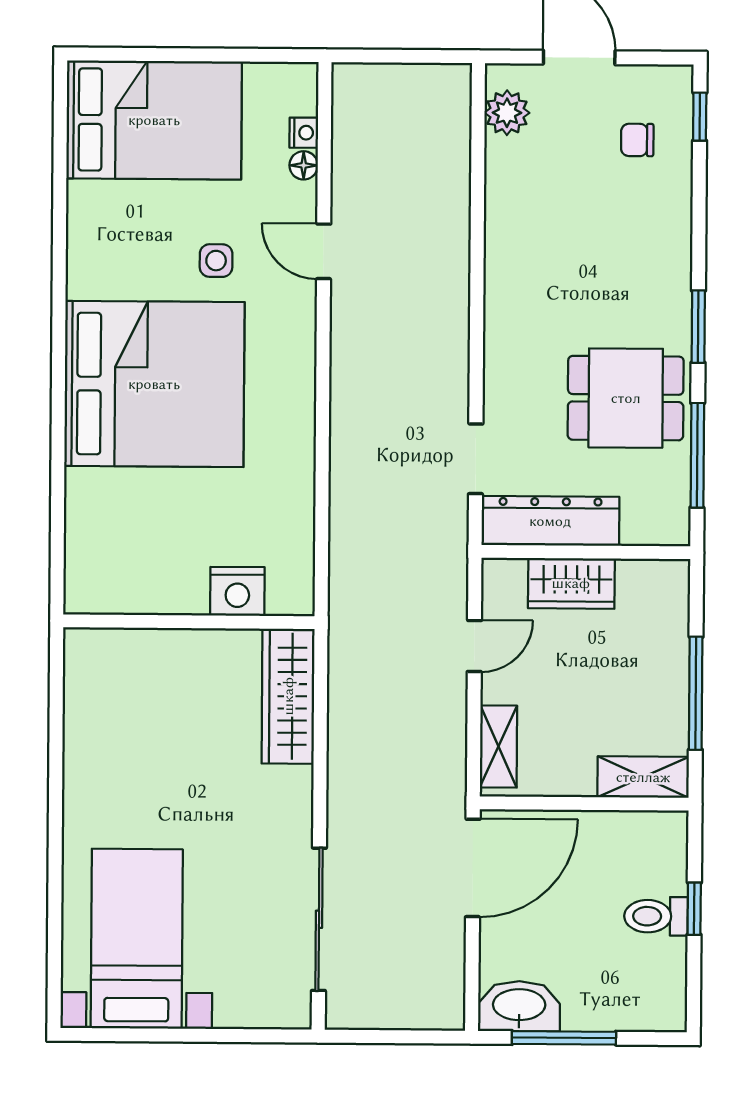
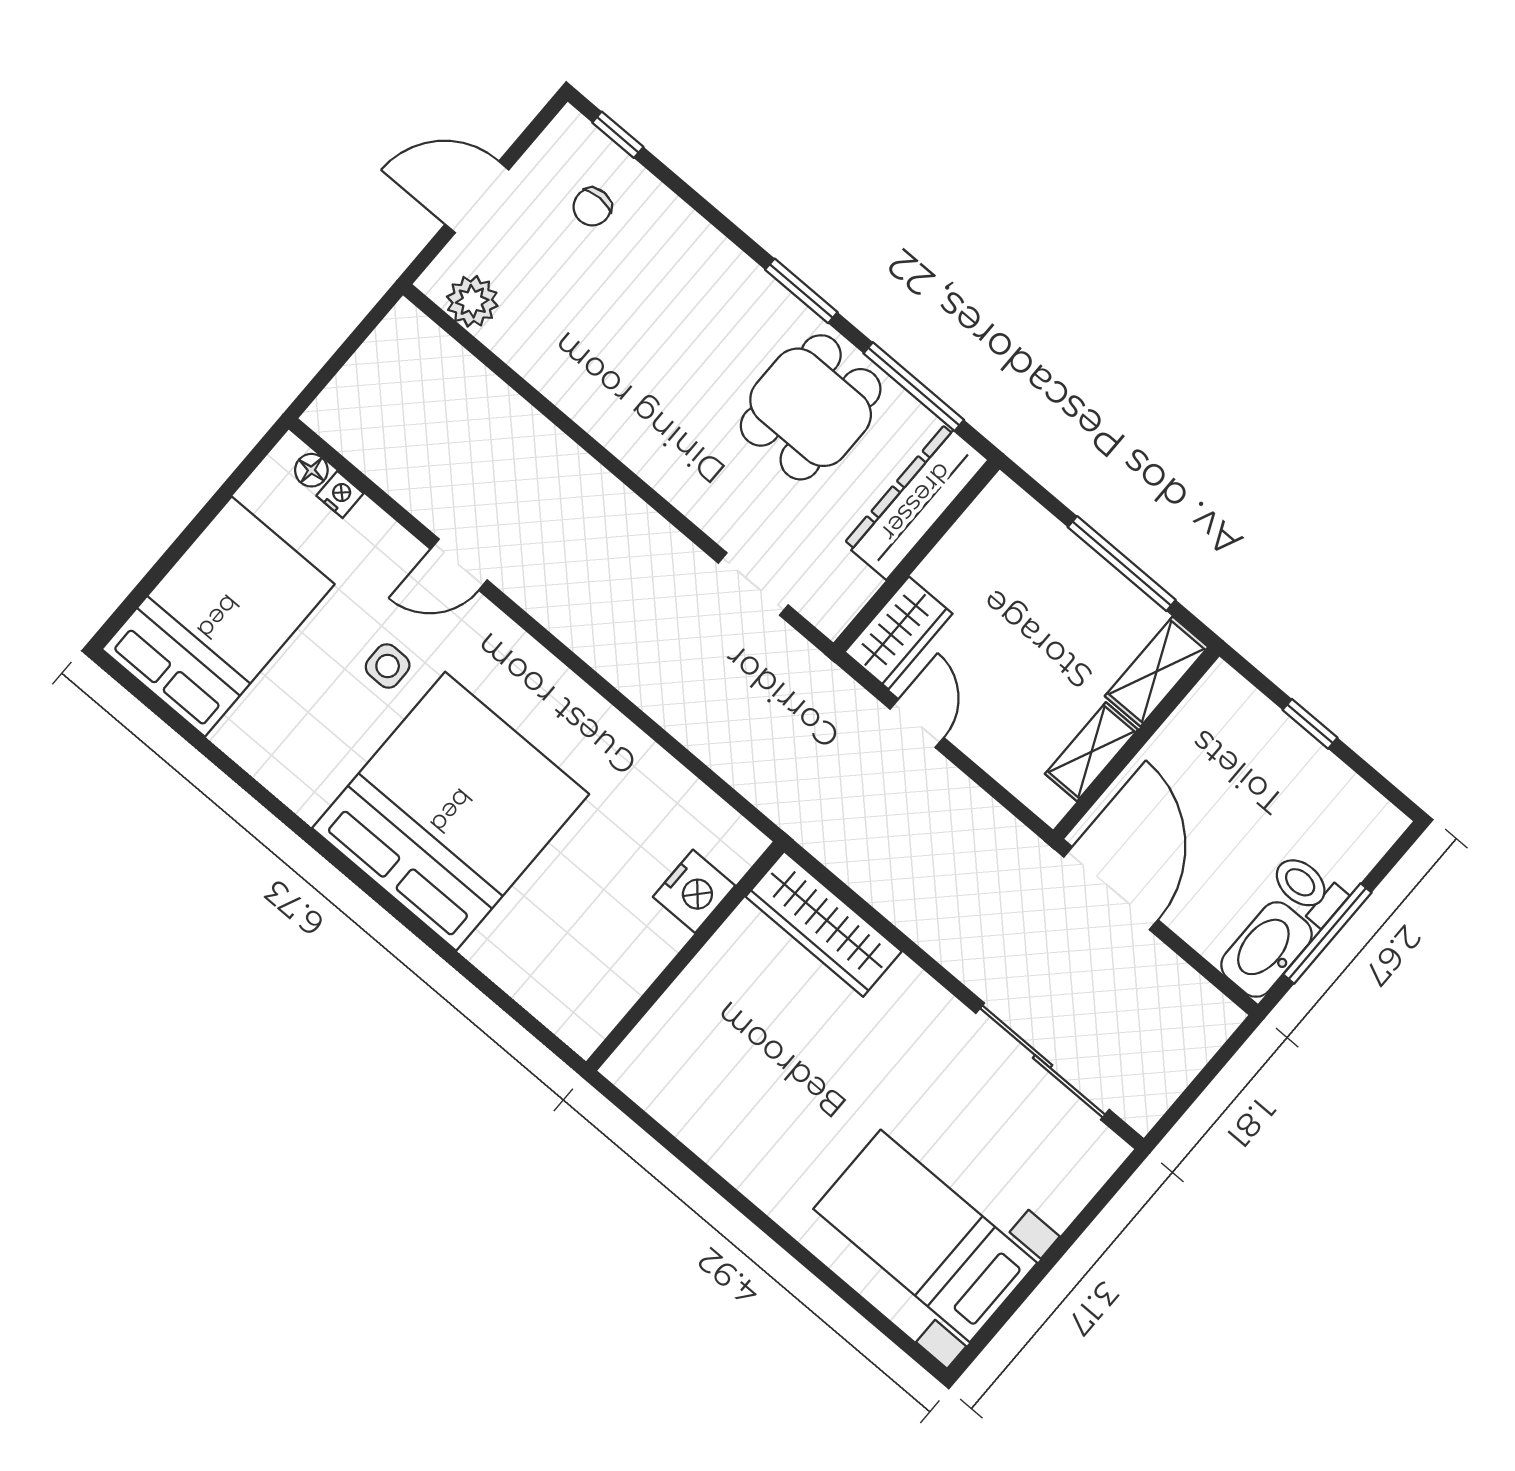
floor lamp: (304, 165) -> (311, 470), moved
dresser: (550, 521) -> (916, 502), moved
wardrobe: (571, 583) -> (899, 633), moved
shelving: (498, 747) -> (1091, 752), moved, turned 90
toilet: (656, 916) -> (1308, 889), moved, turned 90

